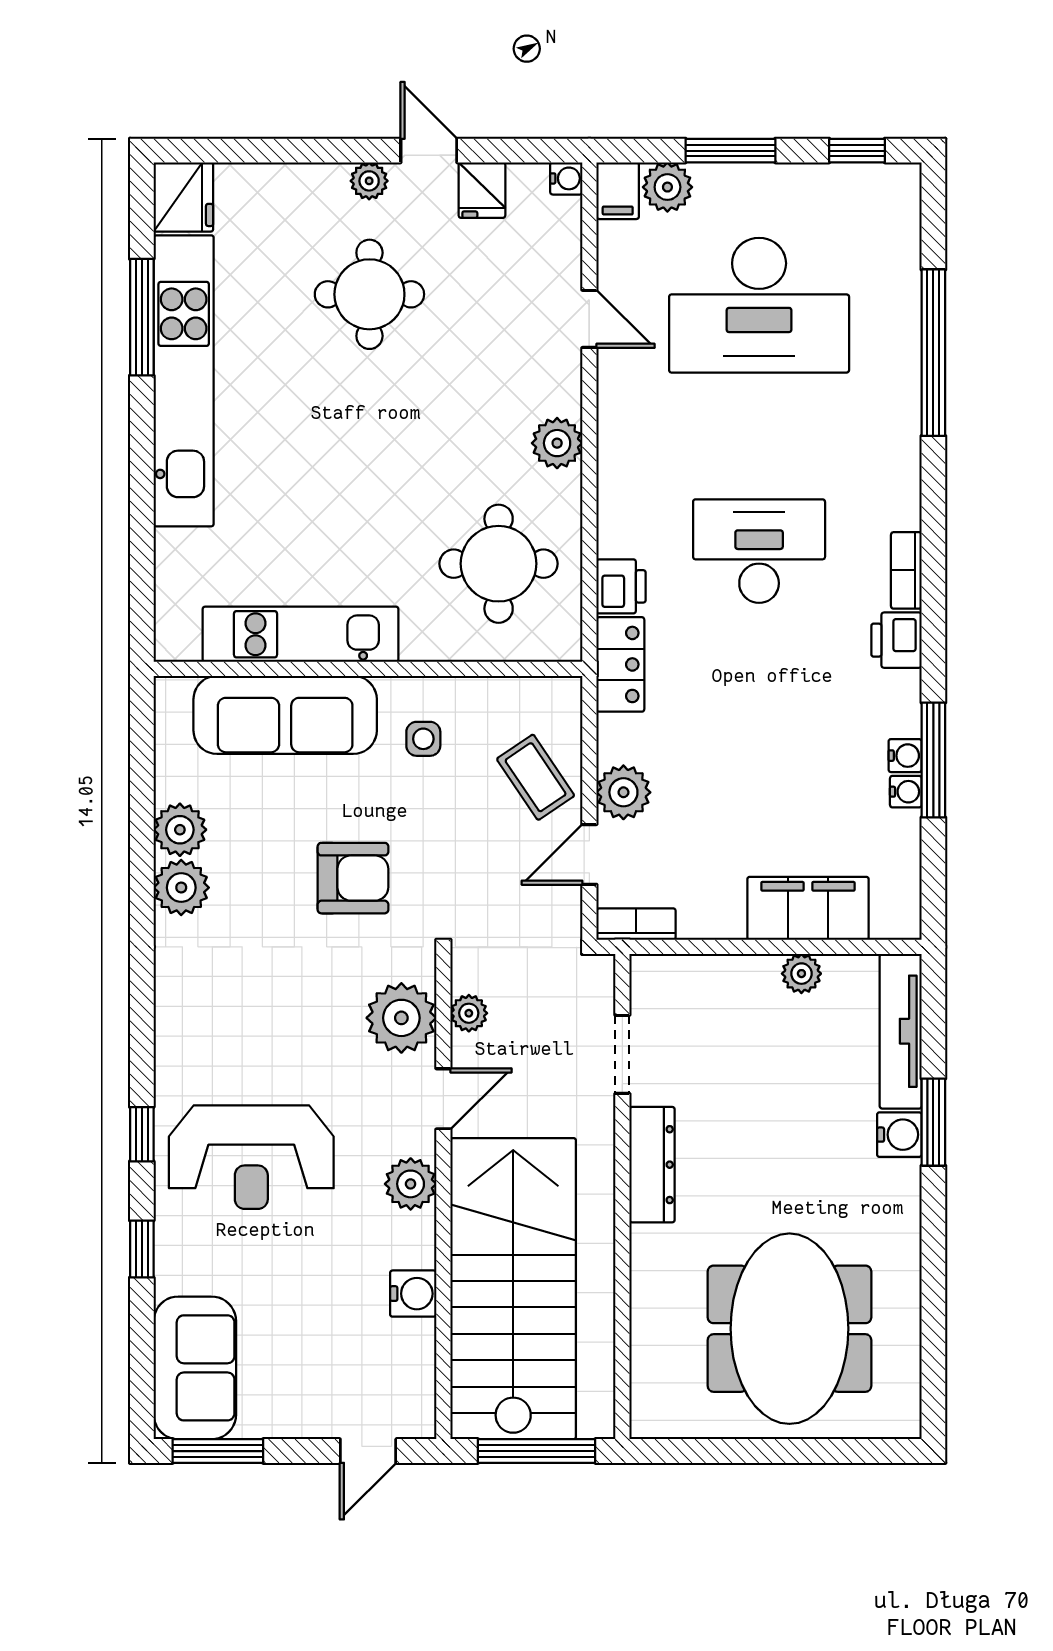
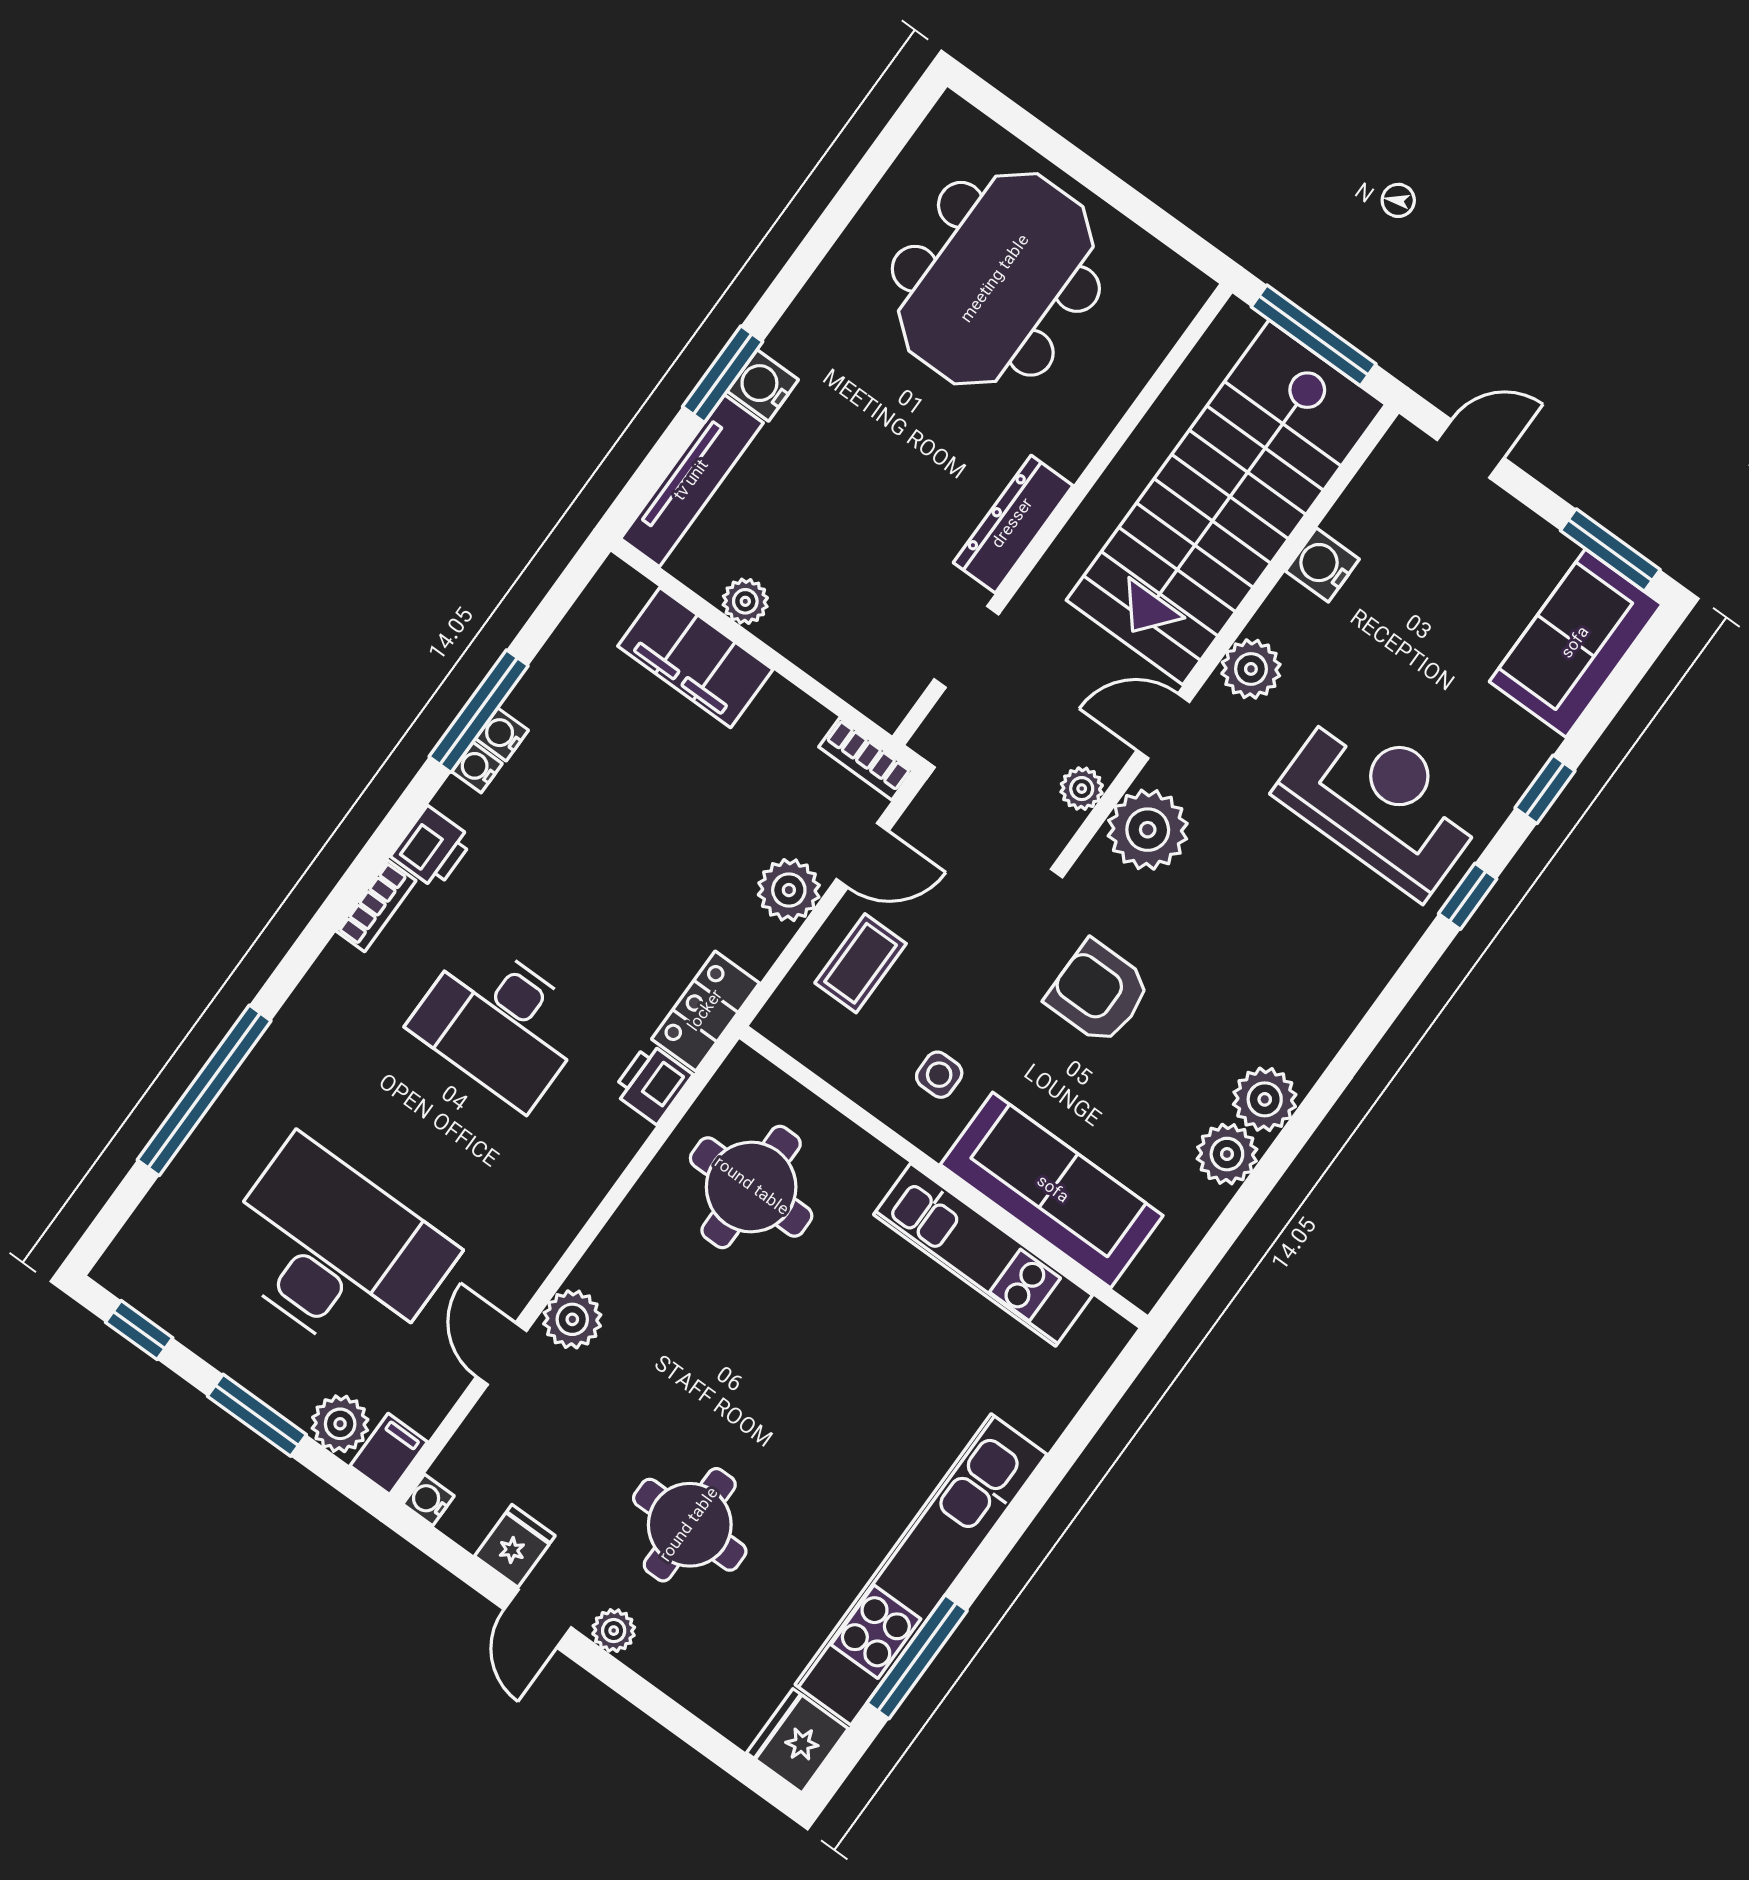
plant: (557, 443) -> (572, 1319), moved
coffee table: (536, 777) -> (861, 963), turned 34
water cooler: (906, 792) -> (477, 768), moved

